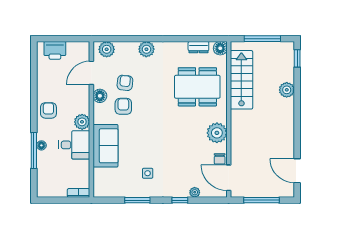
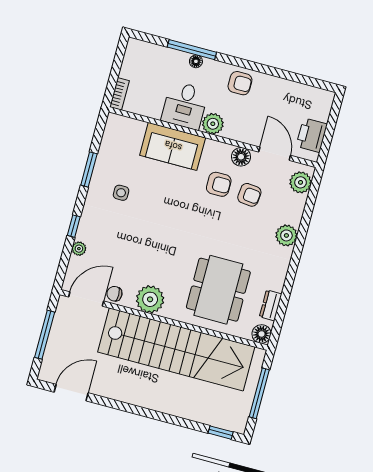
printer: (55, 50) -> (312, 135), moved
stairs: (241, 80) -> (176, 349), width x1.86, depth x1.51
plant: (287, 90) -> (182, 408), removed

